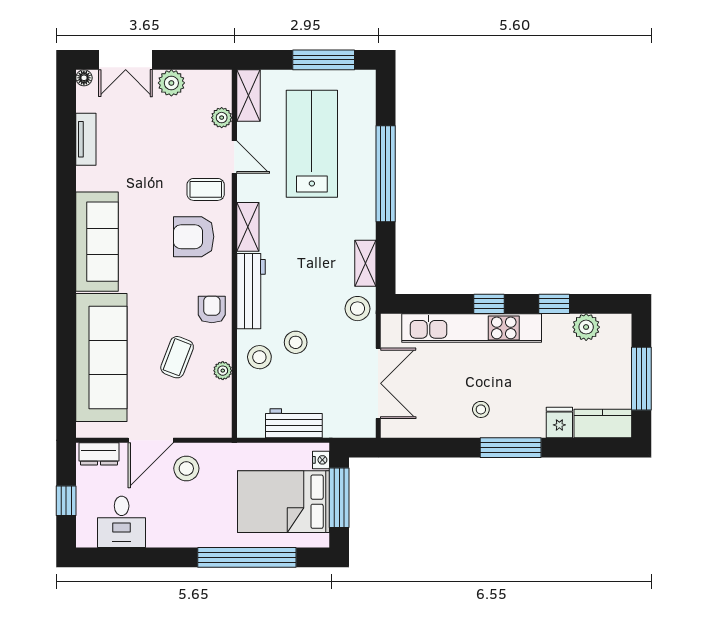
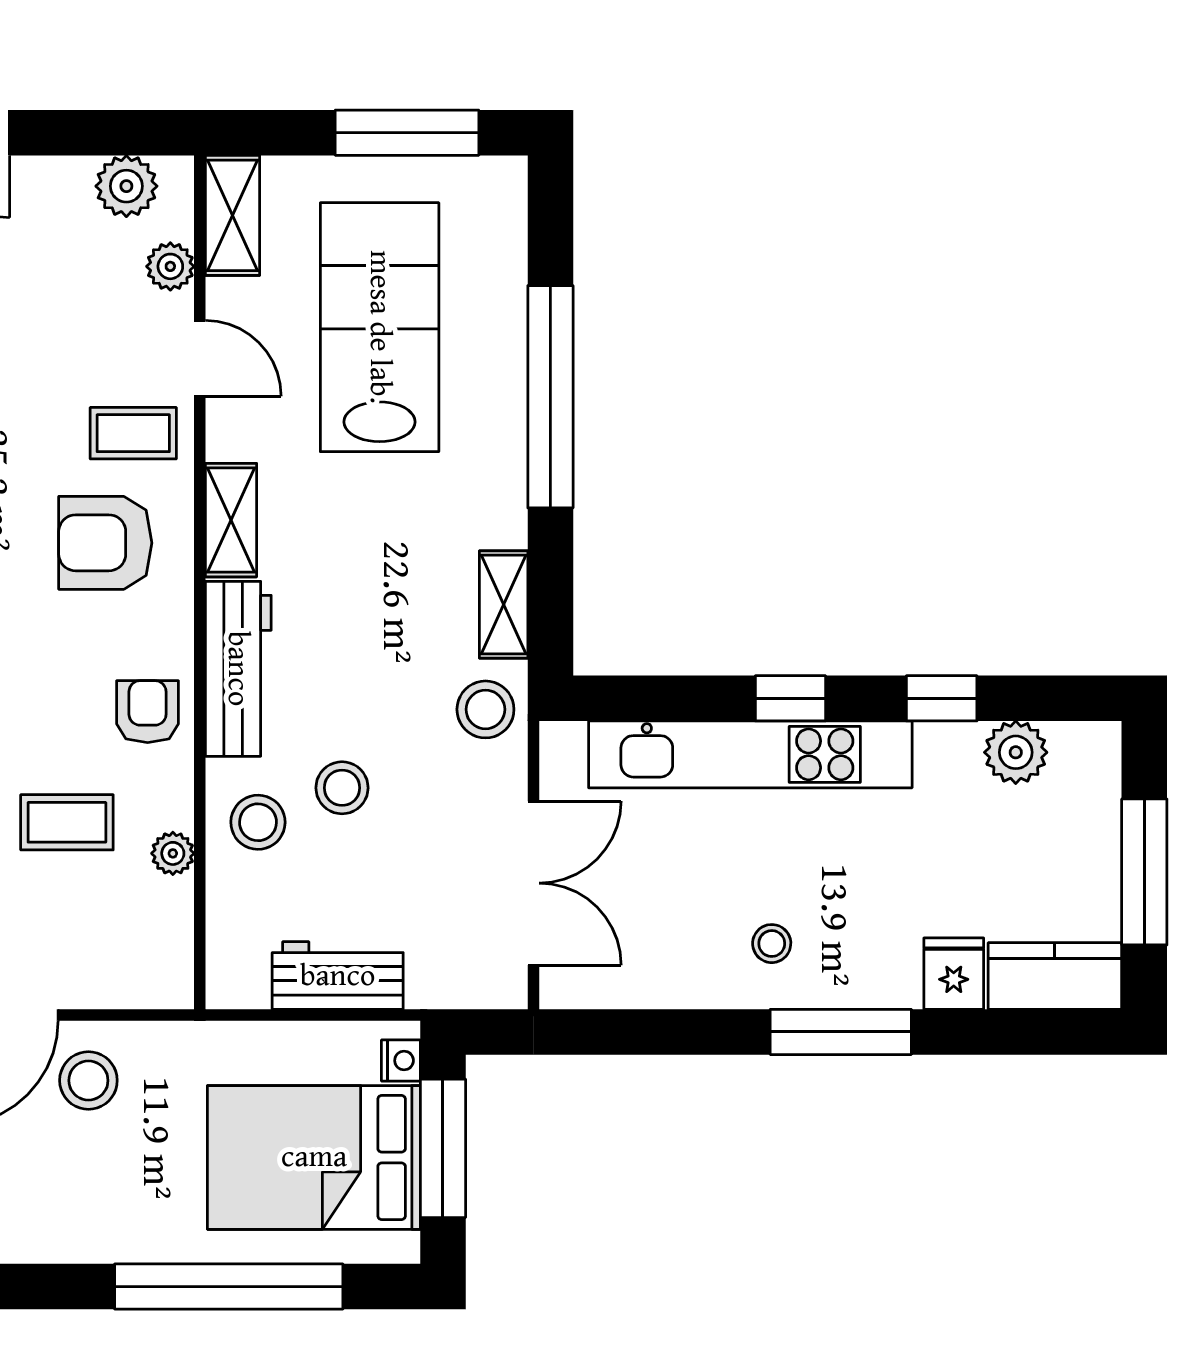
plant: (171, 83) -> (126, 186), moved
coffee table: (177, 357) -> (67, 822), turned 69

